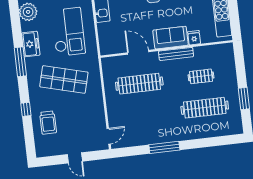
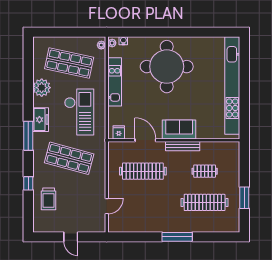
fridge: (194, 38) -> (119, 132), moved
door: (109, 136) -> (107, 206), moved
window: (164, 147) -> (177, 237), moved

